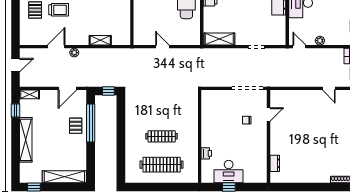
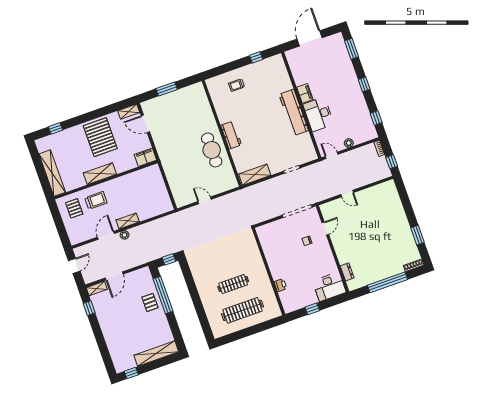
shelving: (100, 40) -> (128, 221), moved
door: (67, 88) -> (114, 276), moved
door: (329, 88) -> (347, 194), moved
shelving: (26, 140) -> (108, 332), removed
desk: (229, 172) -> (329, 287), moved
window: (310, 187) -> (387, 282), added

